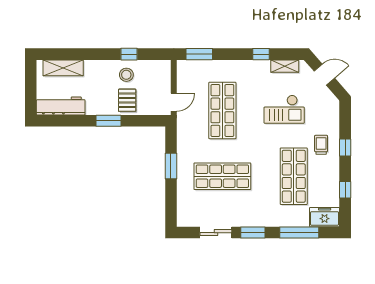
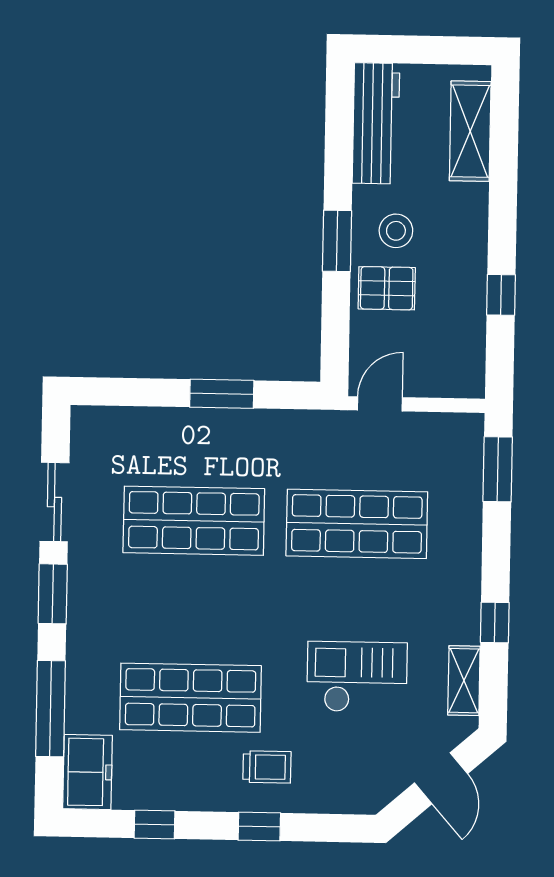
stool: (126, 75) -> (396, 231), moved
door: (174, 102) -> (380, 404), swing flipped
checkout: (284, 109) -> (357, 677), turned 90
shop shelf: (222, 176) -> (194, 521), turned 90

